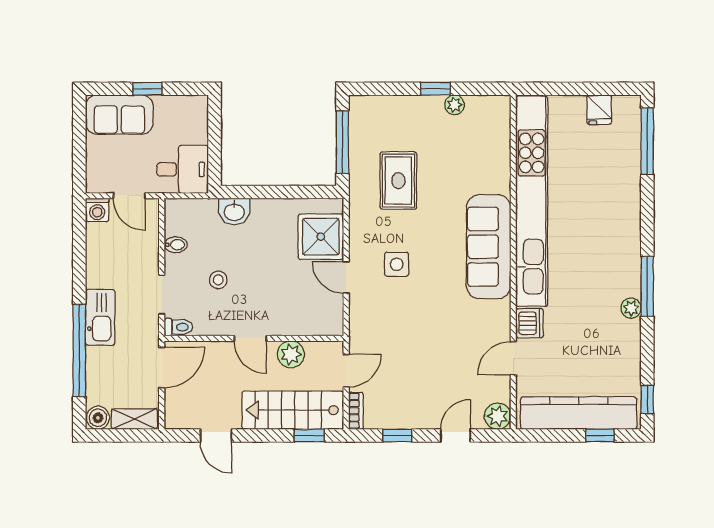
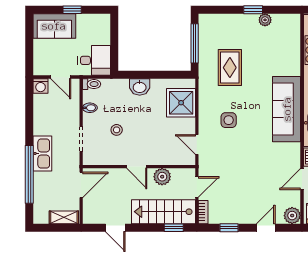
washbasin: (234, 212) -> (140, 87), moved
door: (346, 277) -> (197, 145), moved
toilet: (178, 327) -> (92, 84), moved
boiler: (98, 418) -> (41, 217), removed

